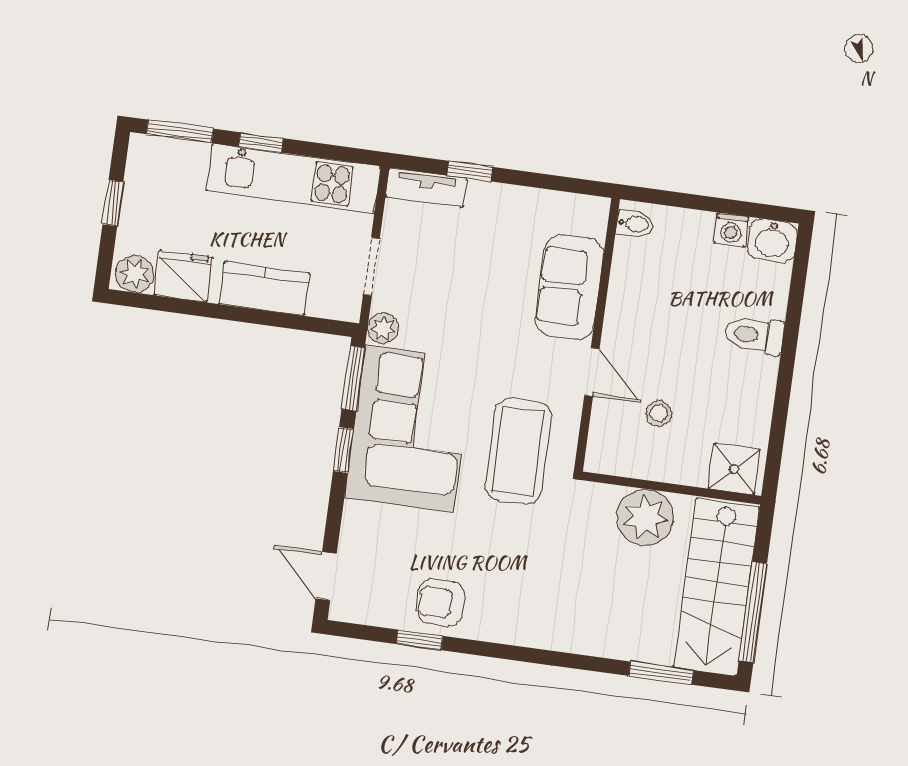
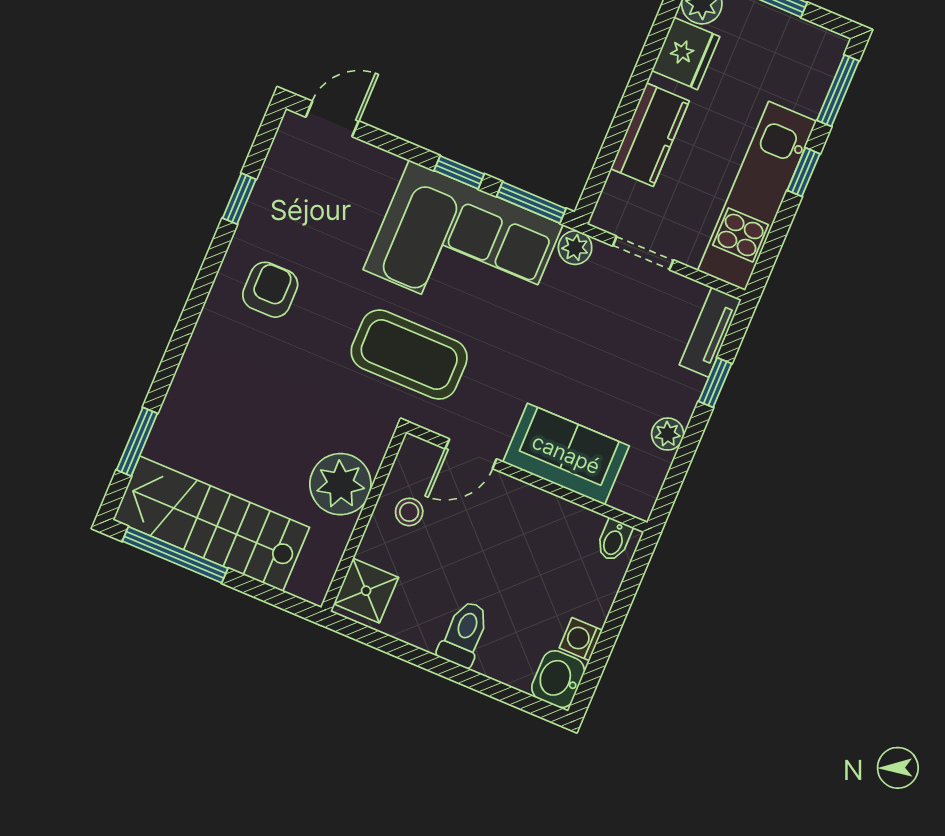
plant: (527, 201) -> (668, 434), added
shower: (734, 469) -> (366, 591), moved
wall: (671, 488) -> (364, 520), moved
plant: (645, 517) -> (340, 484), moved
armchair: (441, 603) -> (270, 290), moved

